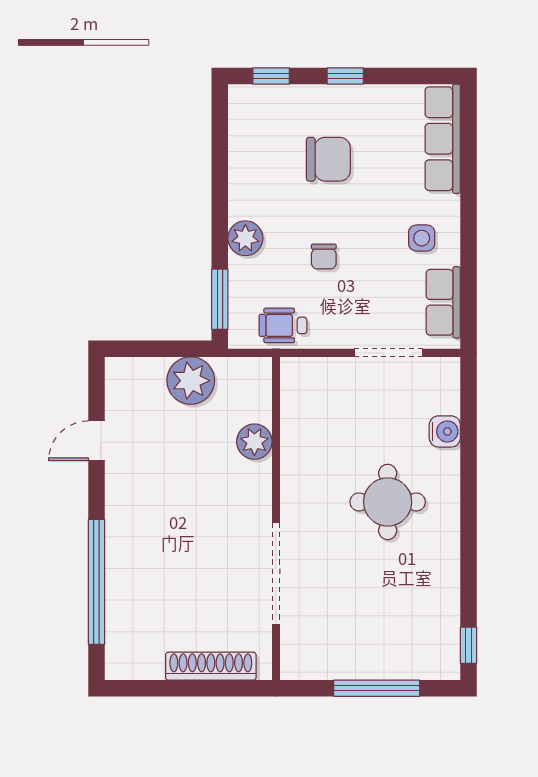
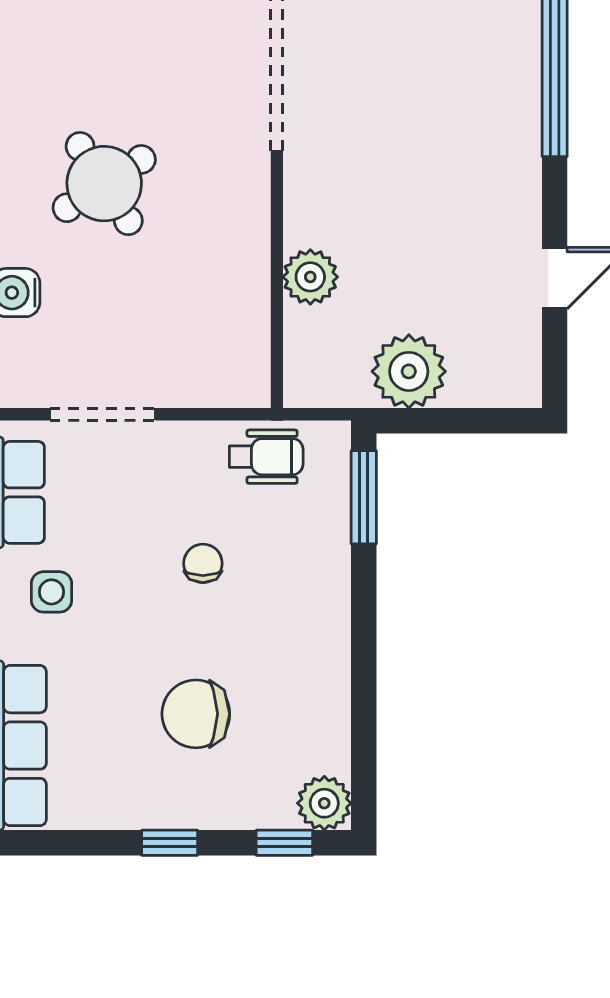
plant: (245, 238) -> (324, 803), moved
round table: (388, 502) -> (104, 184), turned -33

